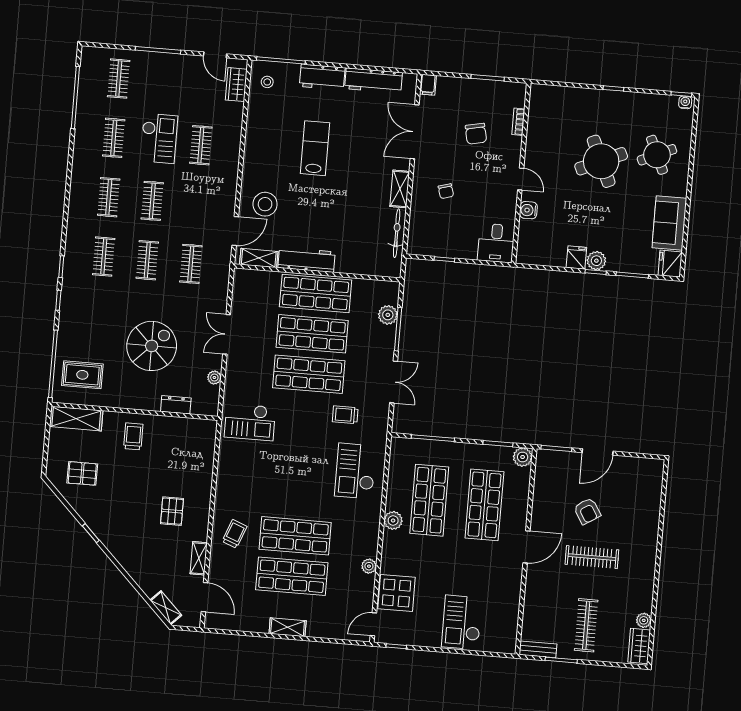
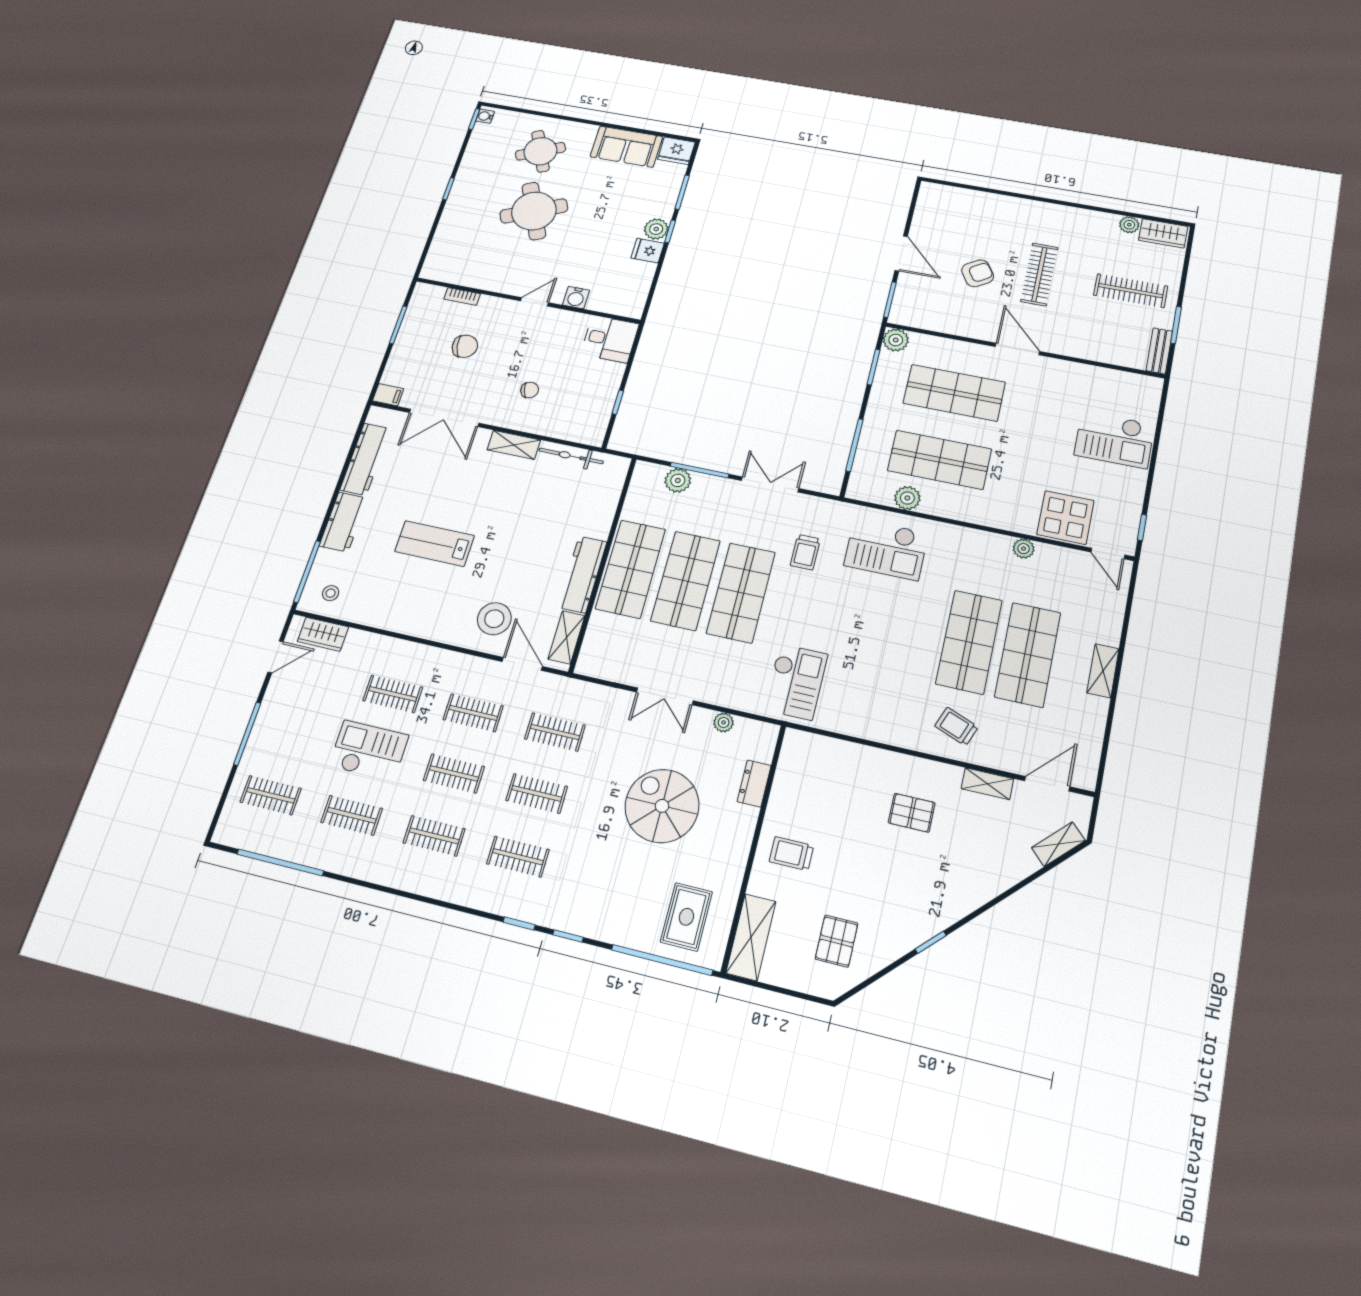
clothes rail: (196, 205) -> (473, 713), added
plant: (393, 520) -> (907, 498), moved

